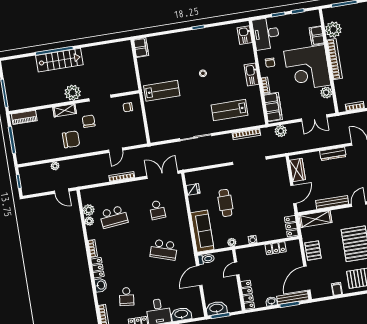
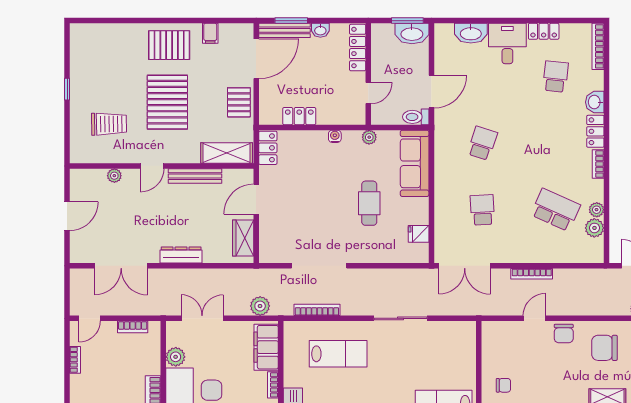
chair: (89, 121) -> (564, 333), moved
school desk: (114, 217) -> (556, 210), turned 30
school desk: (164, 250) -> (482, 143), width x0.54

